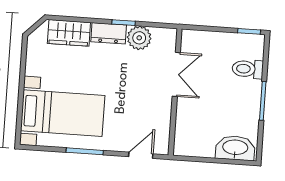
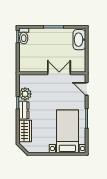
toilet: (248, 69) -> (24, 36), moved
double door: (176, 74) -> (59, 73), moved

